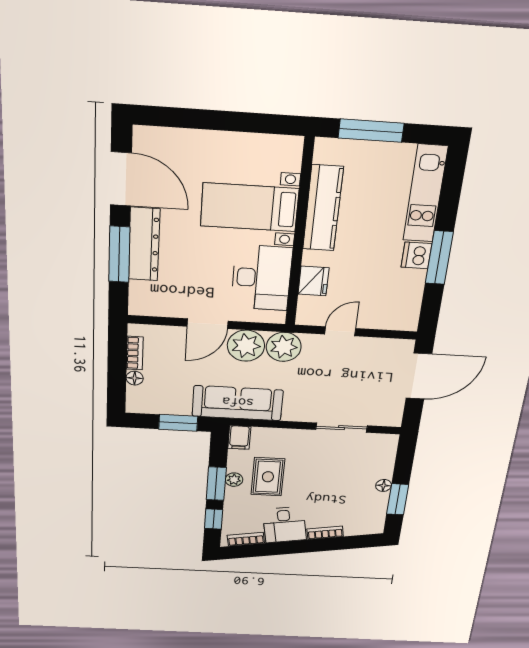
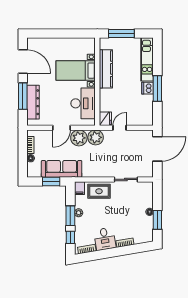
dresser: (144, 244) -> (33, 102), moved
fridge: (313, 281) -> (105, 119), moved
sofa: (238, 403) -> (62, 169), moved
rug: (268, 477) -> (99, 191), moved, turned 90

